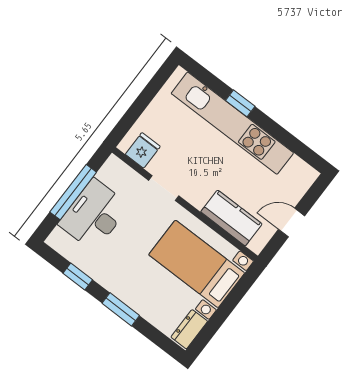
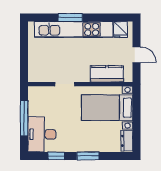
window: (240, 103) -> (70, 18), width x1.50
fridge: (143, 150) -> (121, 30), moved, turned 180
desk: (94, 215) -> (42, 134), moved
door: (292, 223) -> (137, 55), swing flipped

